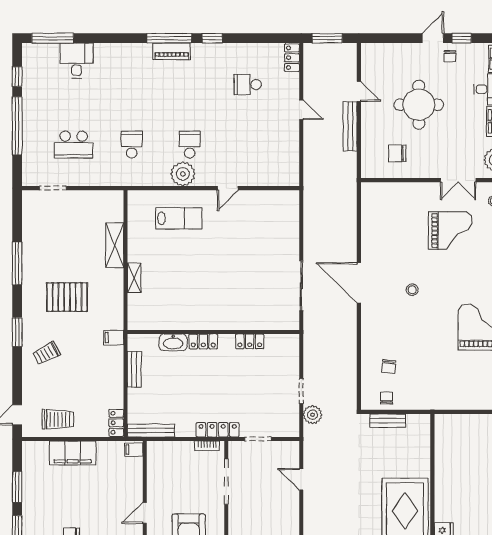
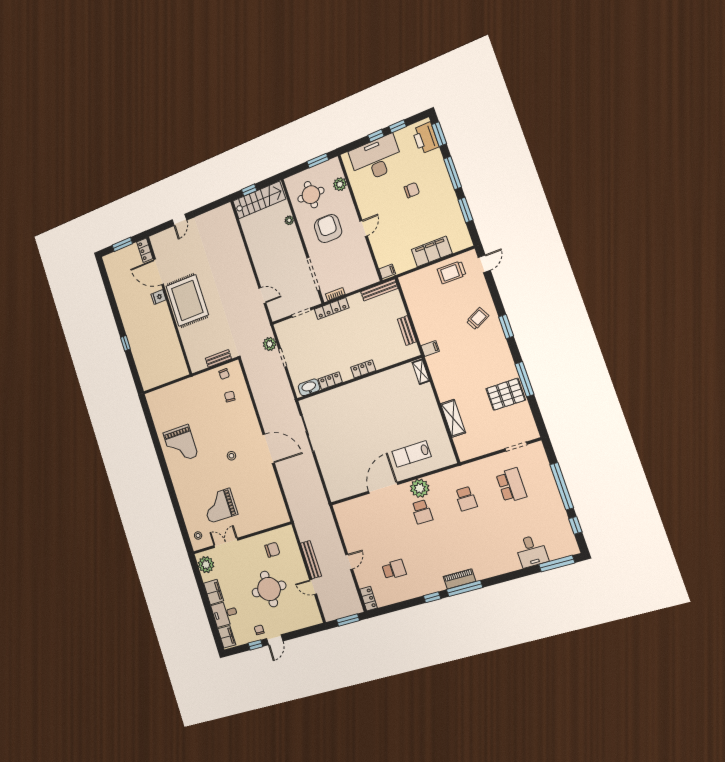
door: (301, 110) -> (349, 562), swing flipped
school desk: (74, 145) -> (511, 485), turned 90
door: (228, 188) -> (383, 488), width x1.88
shelving: (134, 278) -> (421, 372), moved
pallet: (67, 297) -> (506, 394), moved
washbasin: (173, 342) -> (309, 387), moved
locker: (116, 423) -> (407, 286), removed

